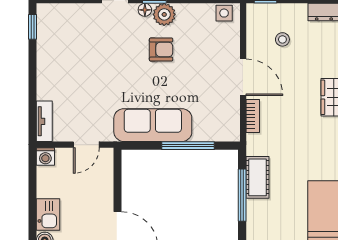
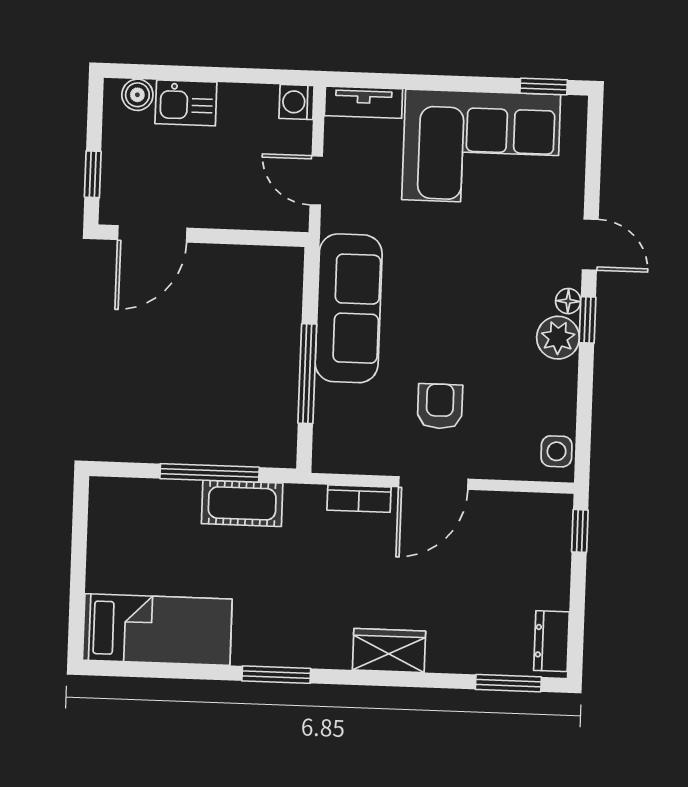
stool: (282, 39) -> (502, 560), removed
armchair: (161, 50) -> (440, 406), moved, turned 180
corner sofa: (66, 59) -> (481, 147), added

